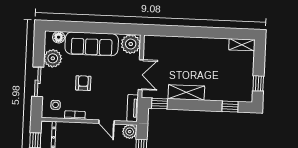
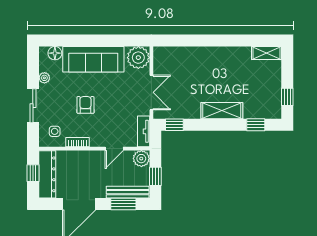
plant: (53, 58) -> (44, 78), width x0.53, depth x0.53
shelving: (186, 92) -> (222, 111), moved
door: (107, 122) -> (114, 149), hinge flipped

